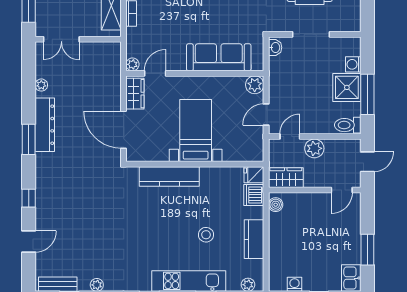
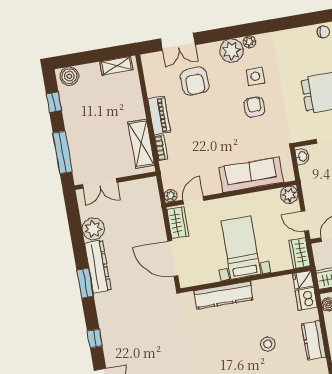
plant: (41, 85) -> (93, 229), width x1.88, depth x1.88
door: (266, 114) -> (305, 221), hinge flipped
wardrobe: (255, 146) -> (299, 253), added

